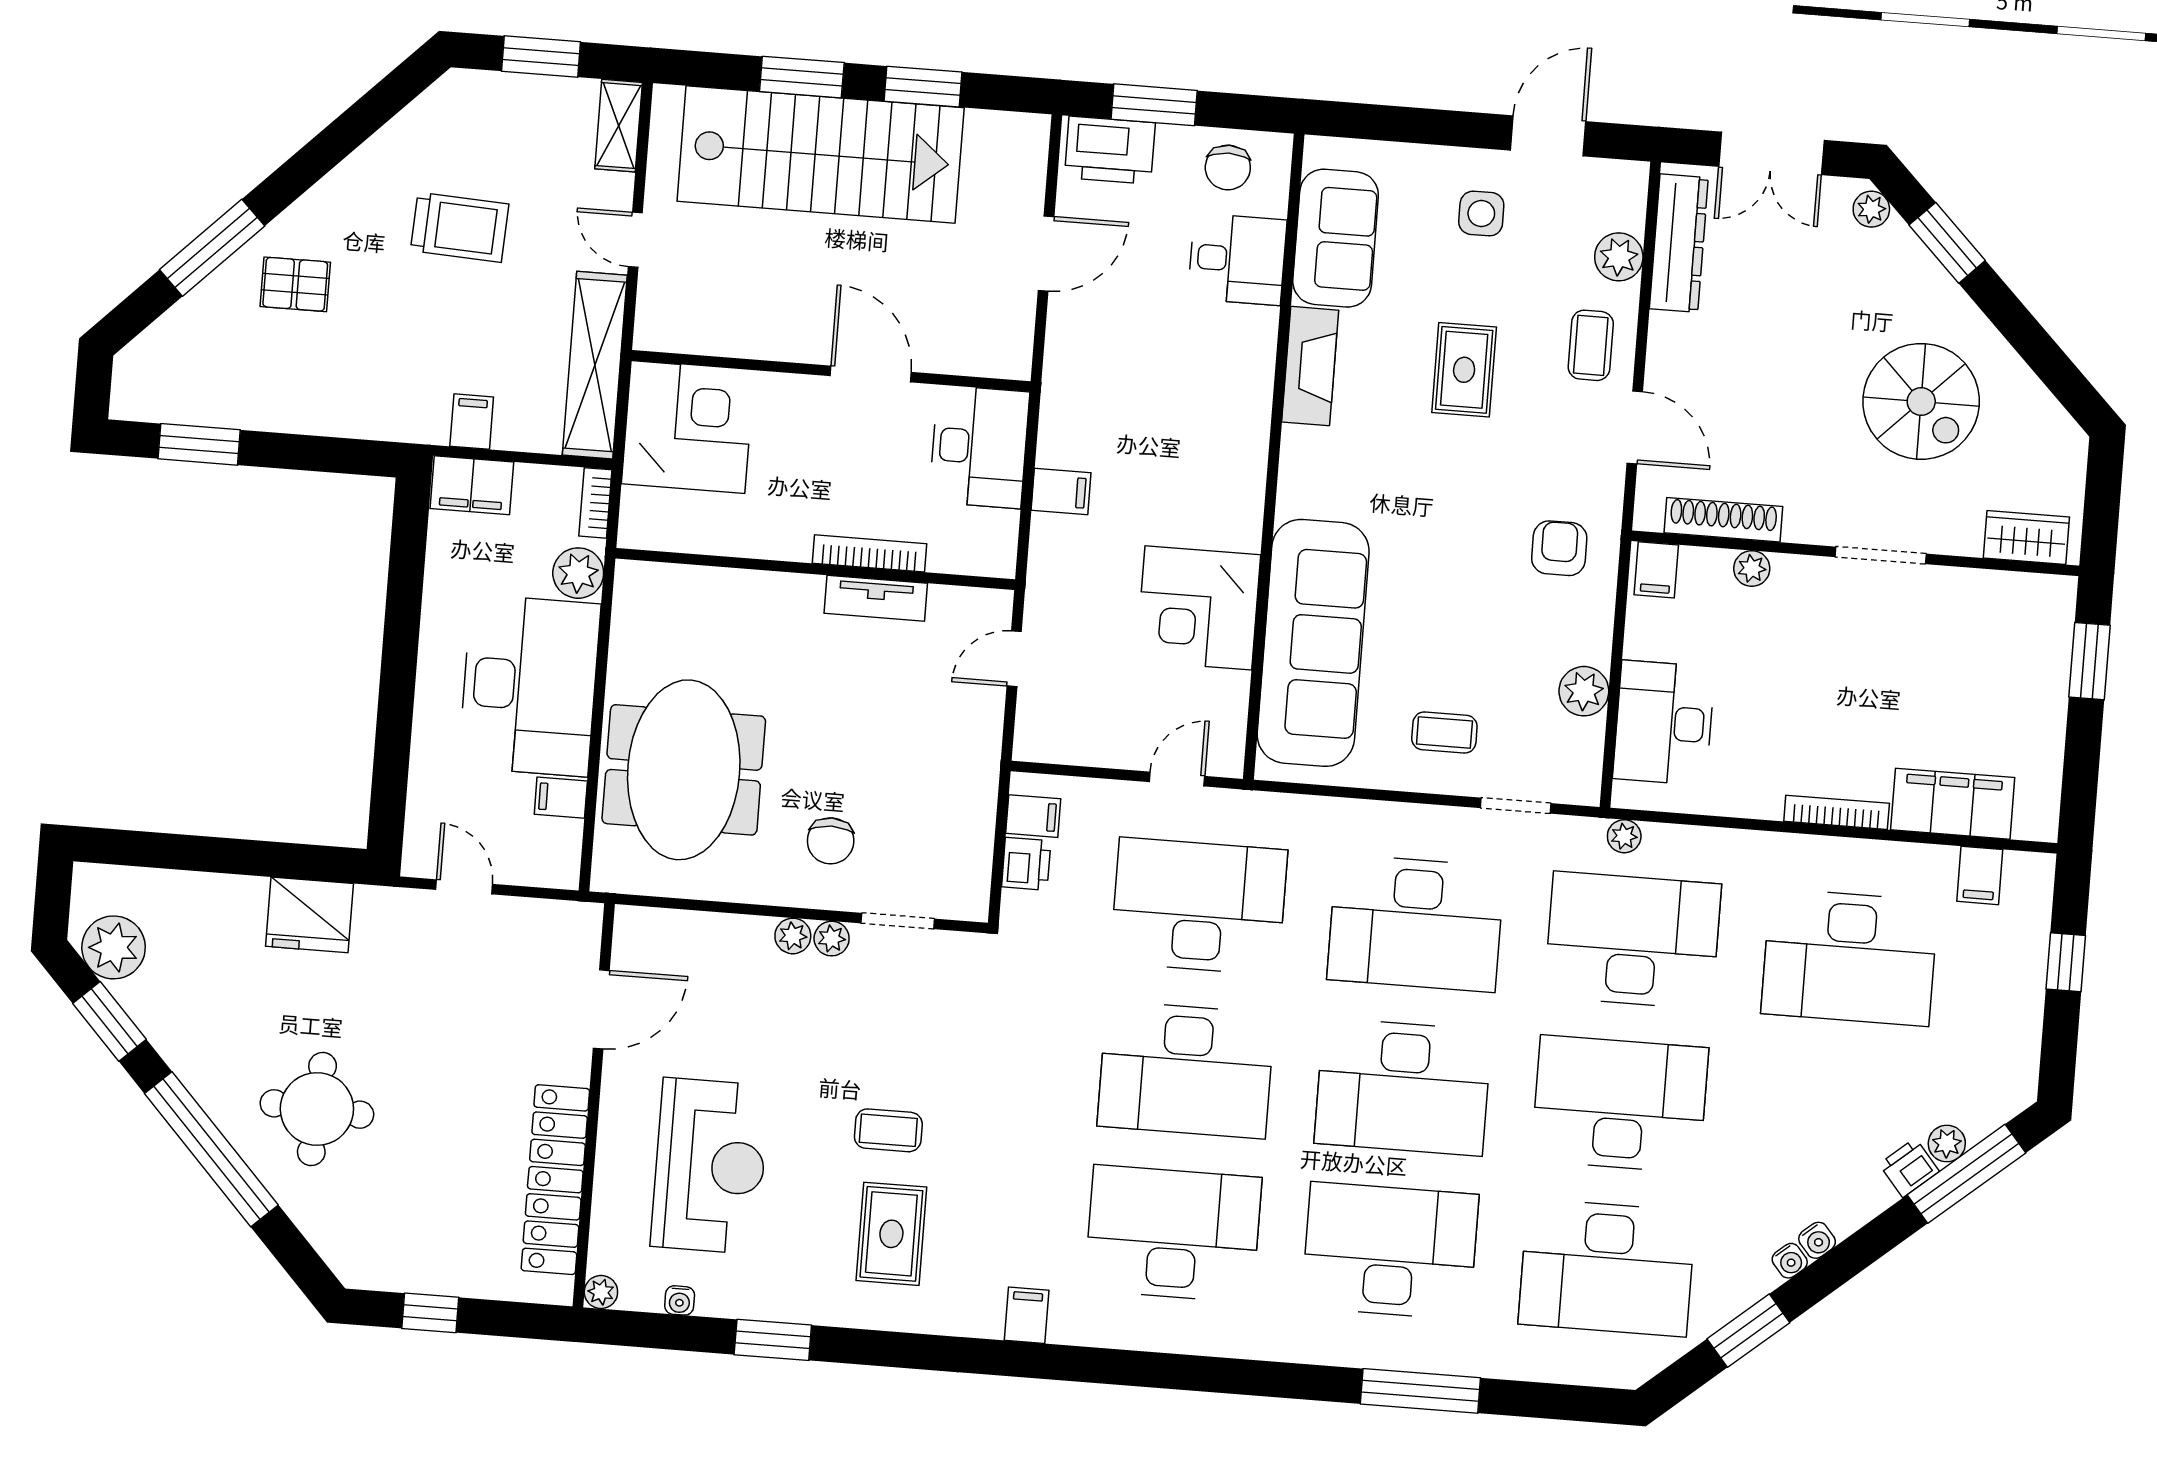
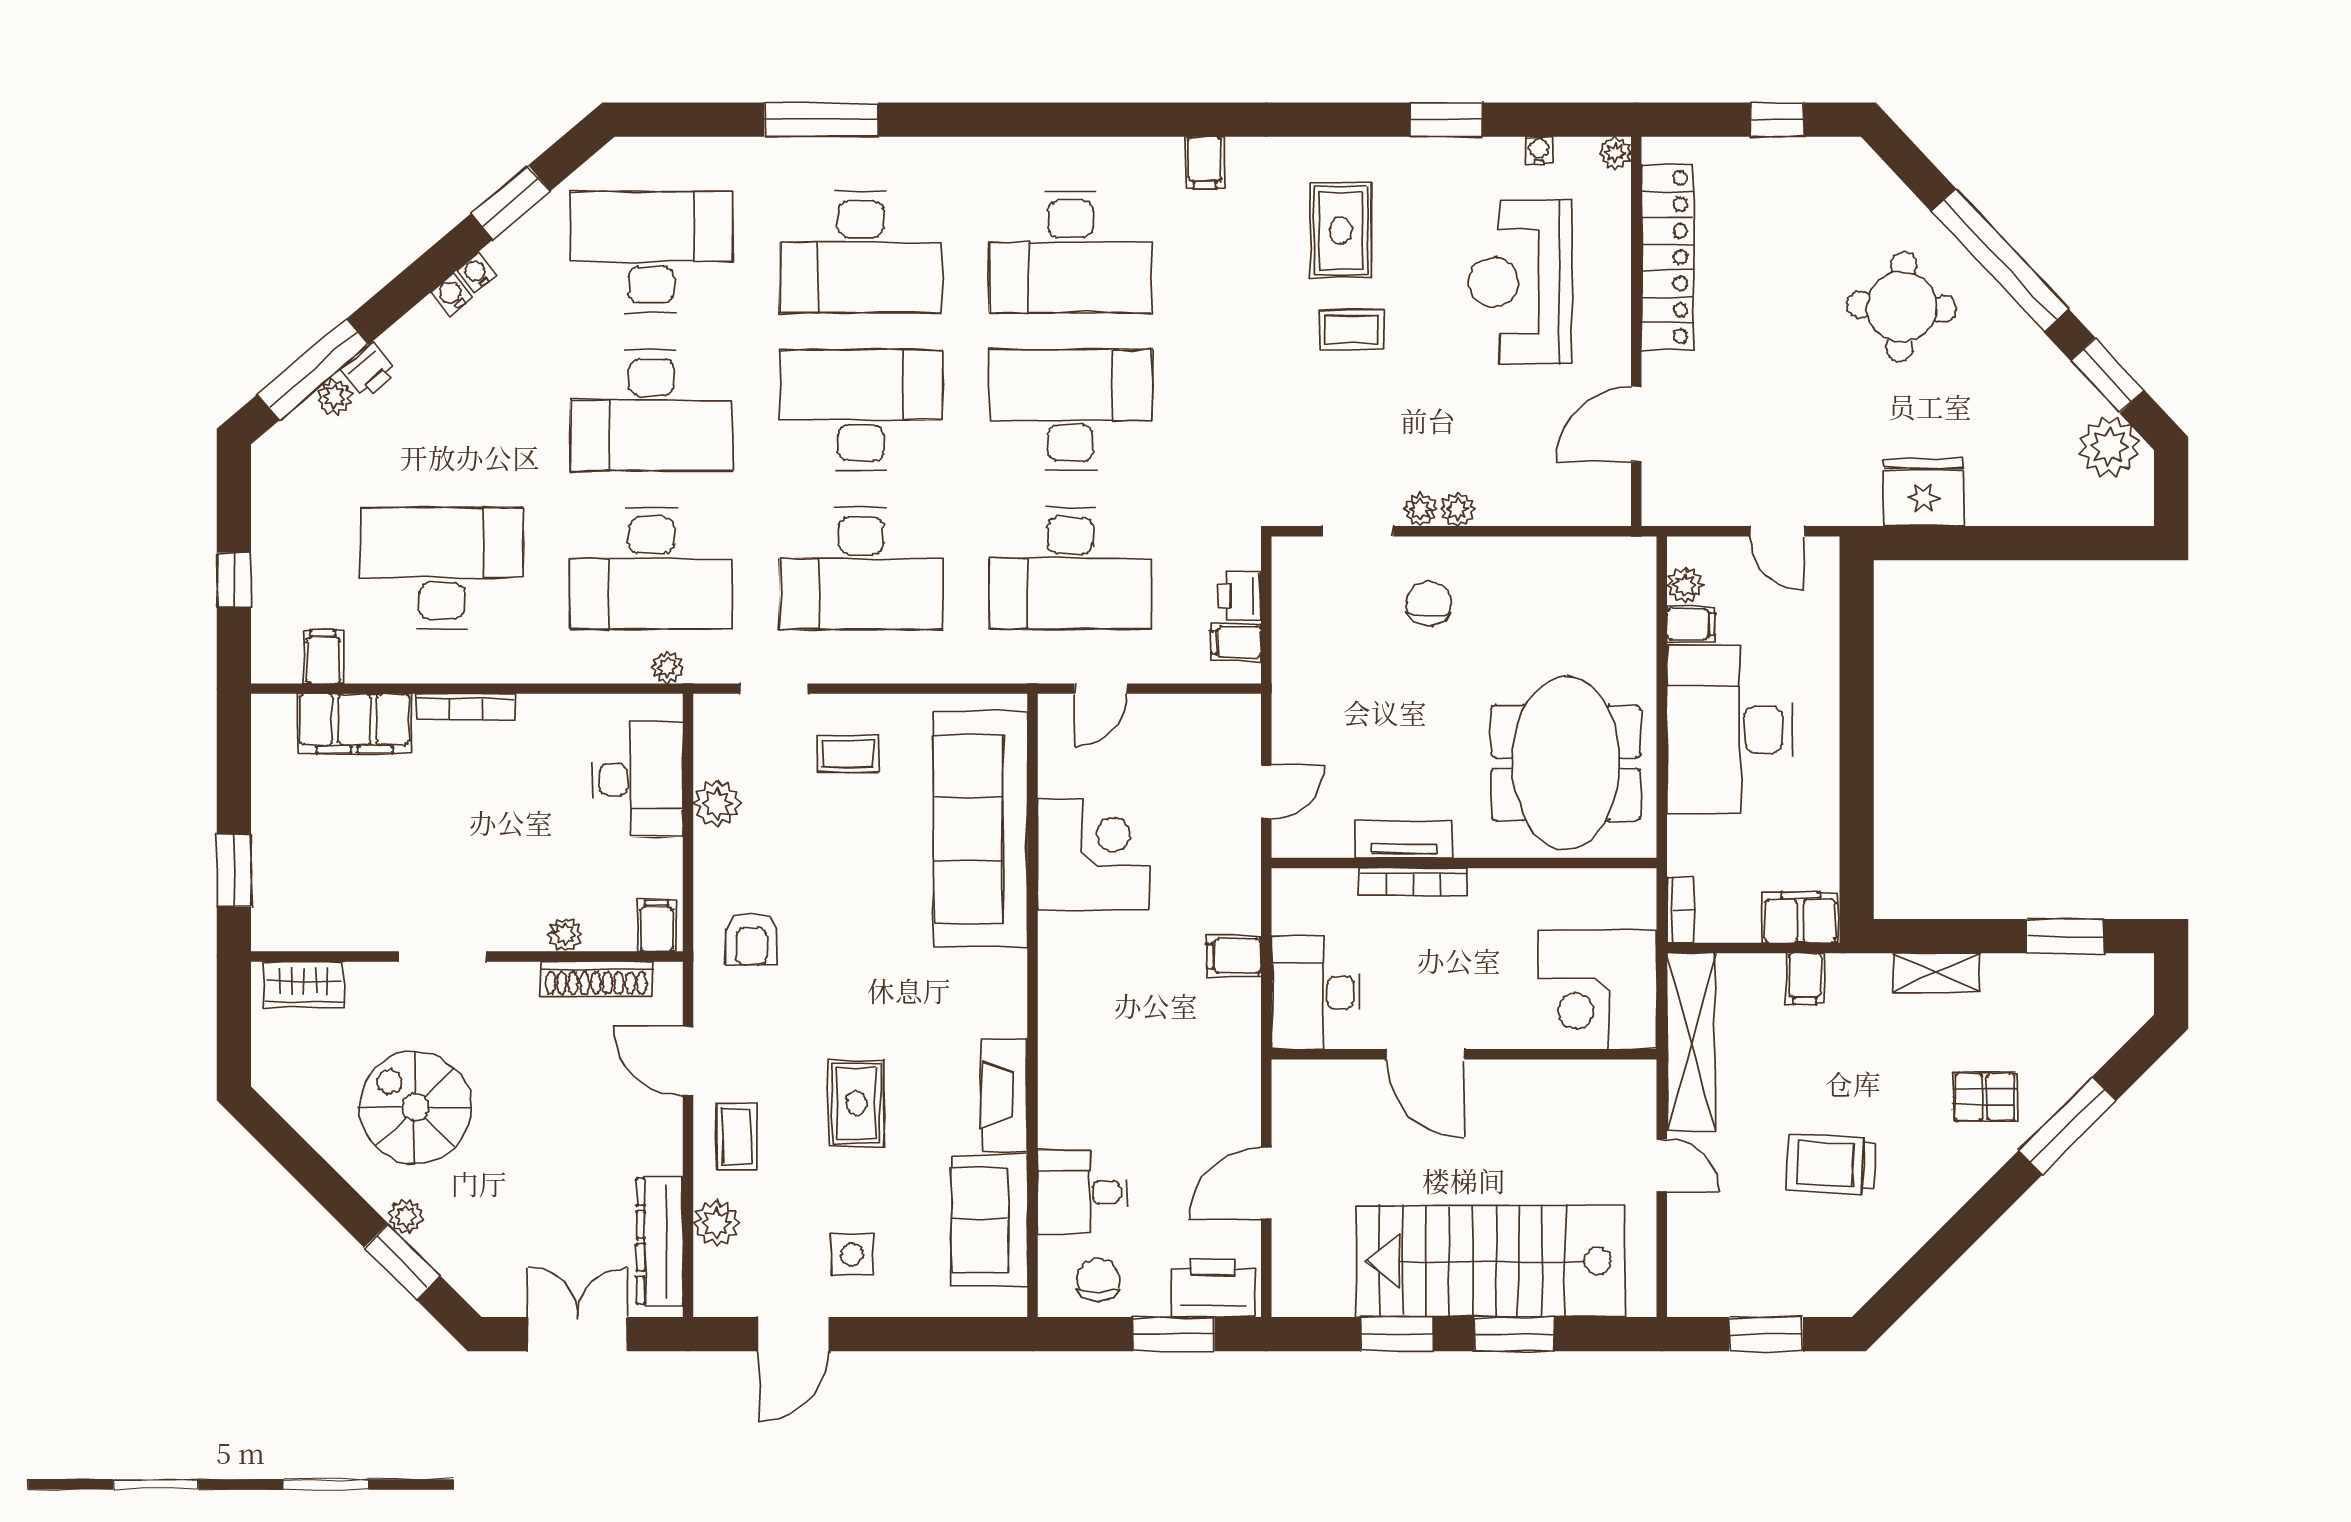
shelving: (619, 126) -> (1936, 973), moved, turned 90
plant: (1871, 209) -> (406, 1216), moved
plant: (578, 573) -> (1685, 585), moved, width x0.73, depth x0.73
meeting table: (684, 770) -> (1566, 763), moved
desk: (1416, 923) -> (861, 568), turned 180

